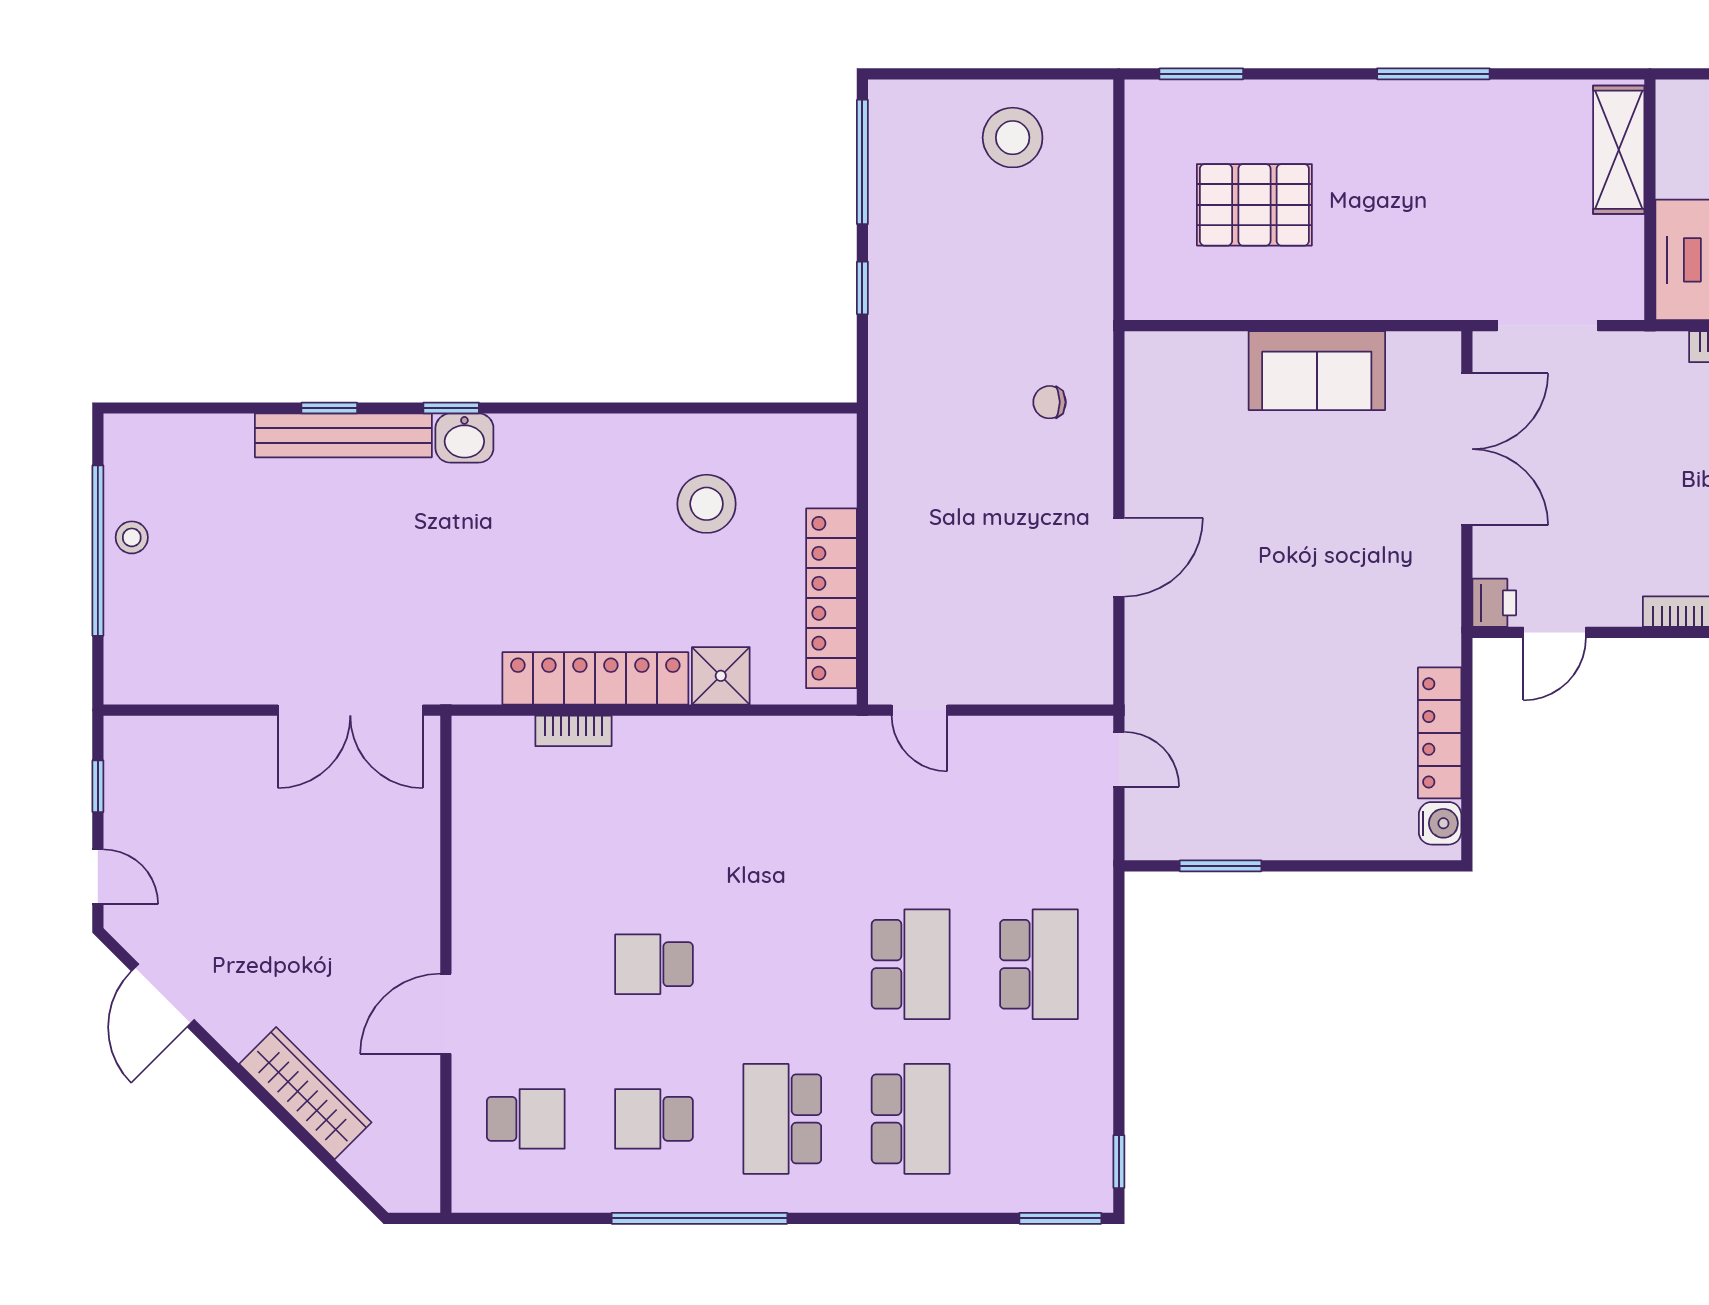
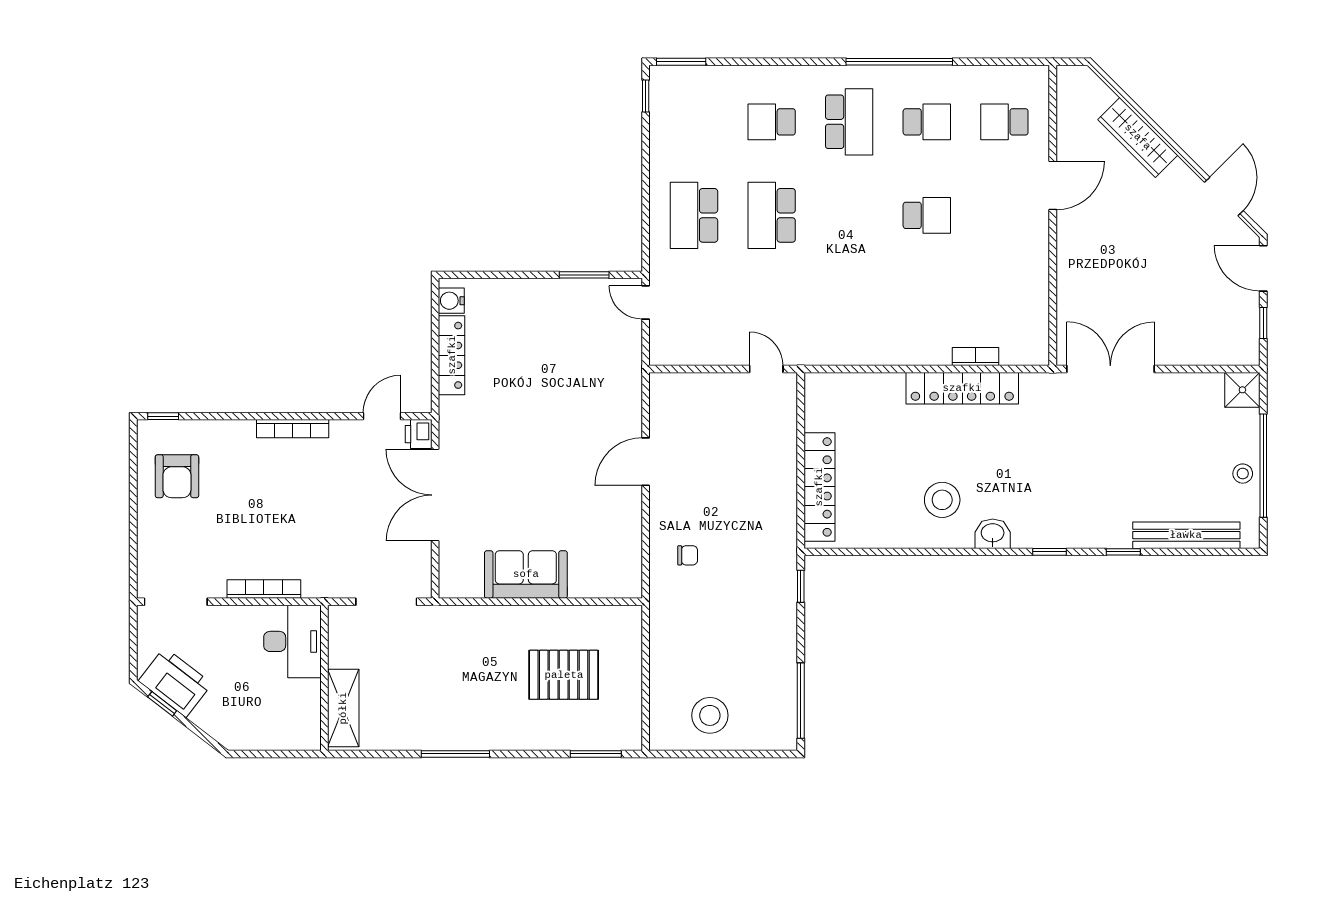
window: (862, 288) -> (801, 586), moved
bench: (343, 435) -> (1186, 535), moved
washbasin: (464, 438) -> (993, 534), moved
double door: (1467, 449) -> (435, 495), moved
stool: (707, 504) -> (942, 500), moved
locker: (832, 598) -> (819, 487), moved
shower: (721, 676) -> (1242, 390), moved
door: (1119, 759) -> (646, 303), moved
door: (98, 877) -> (1263, 268), width x1.38
school desk: (911, 1119) -> (772, 122), width x0.54

